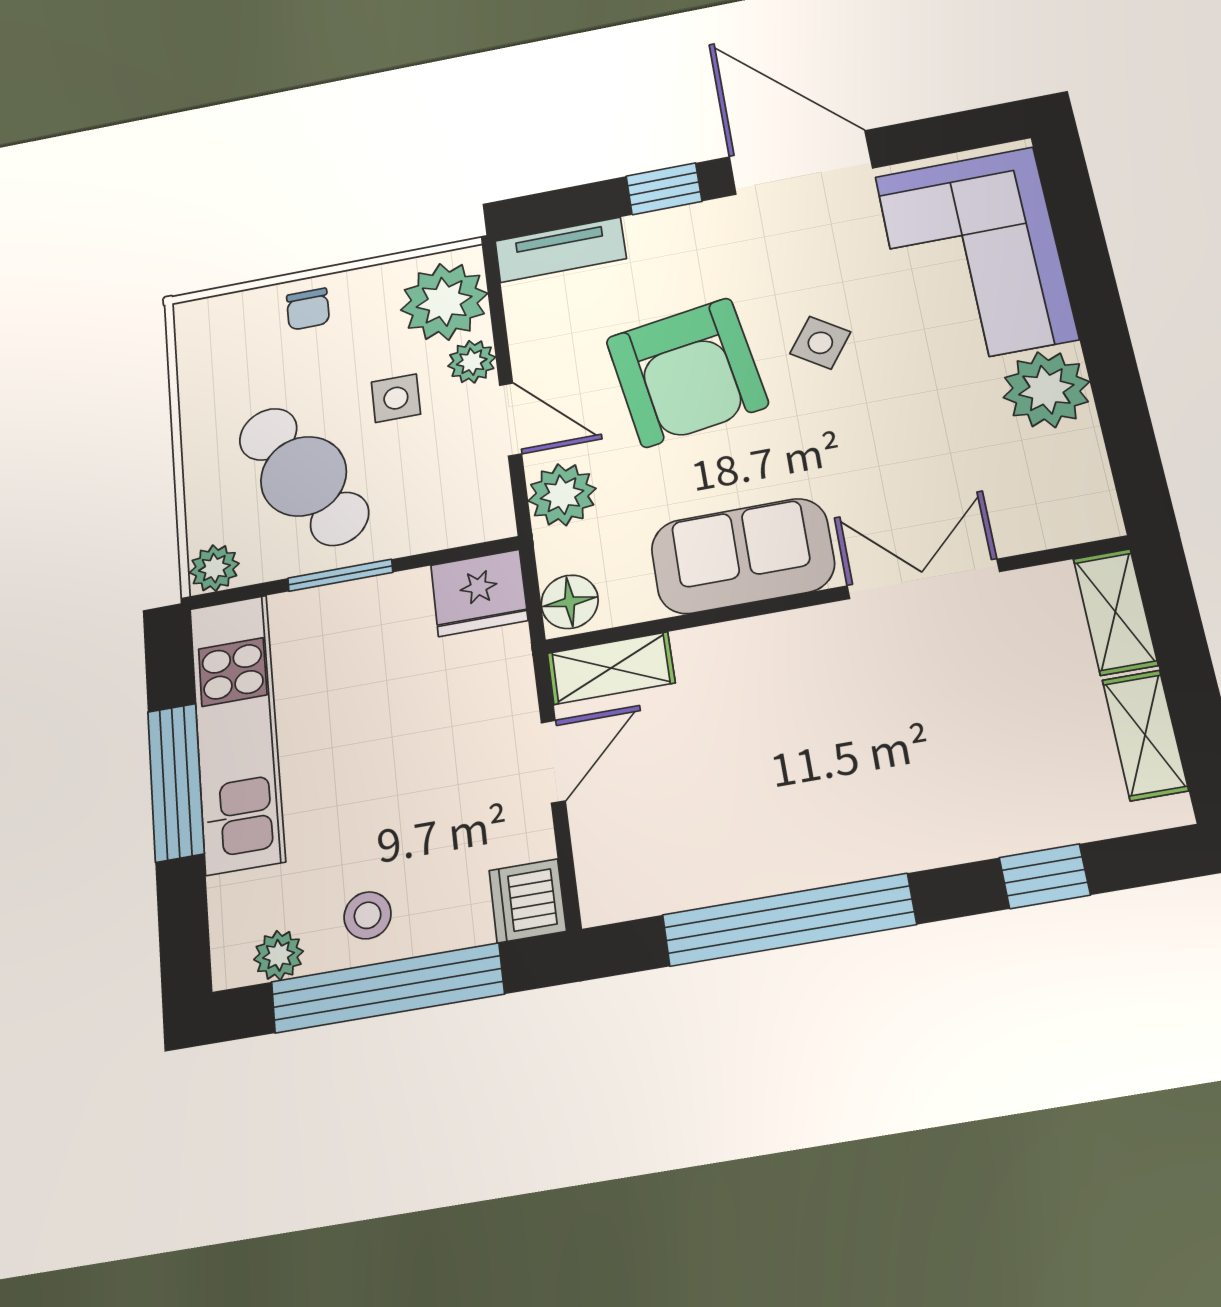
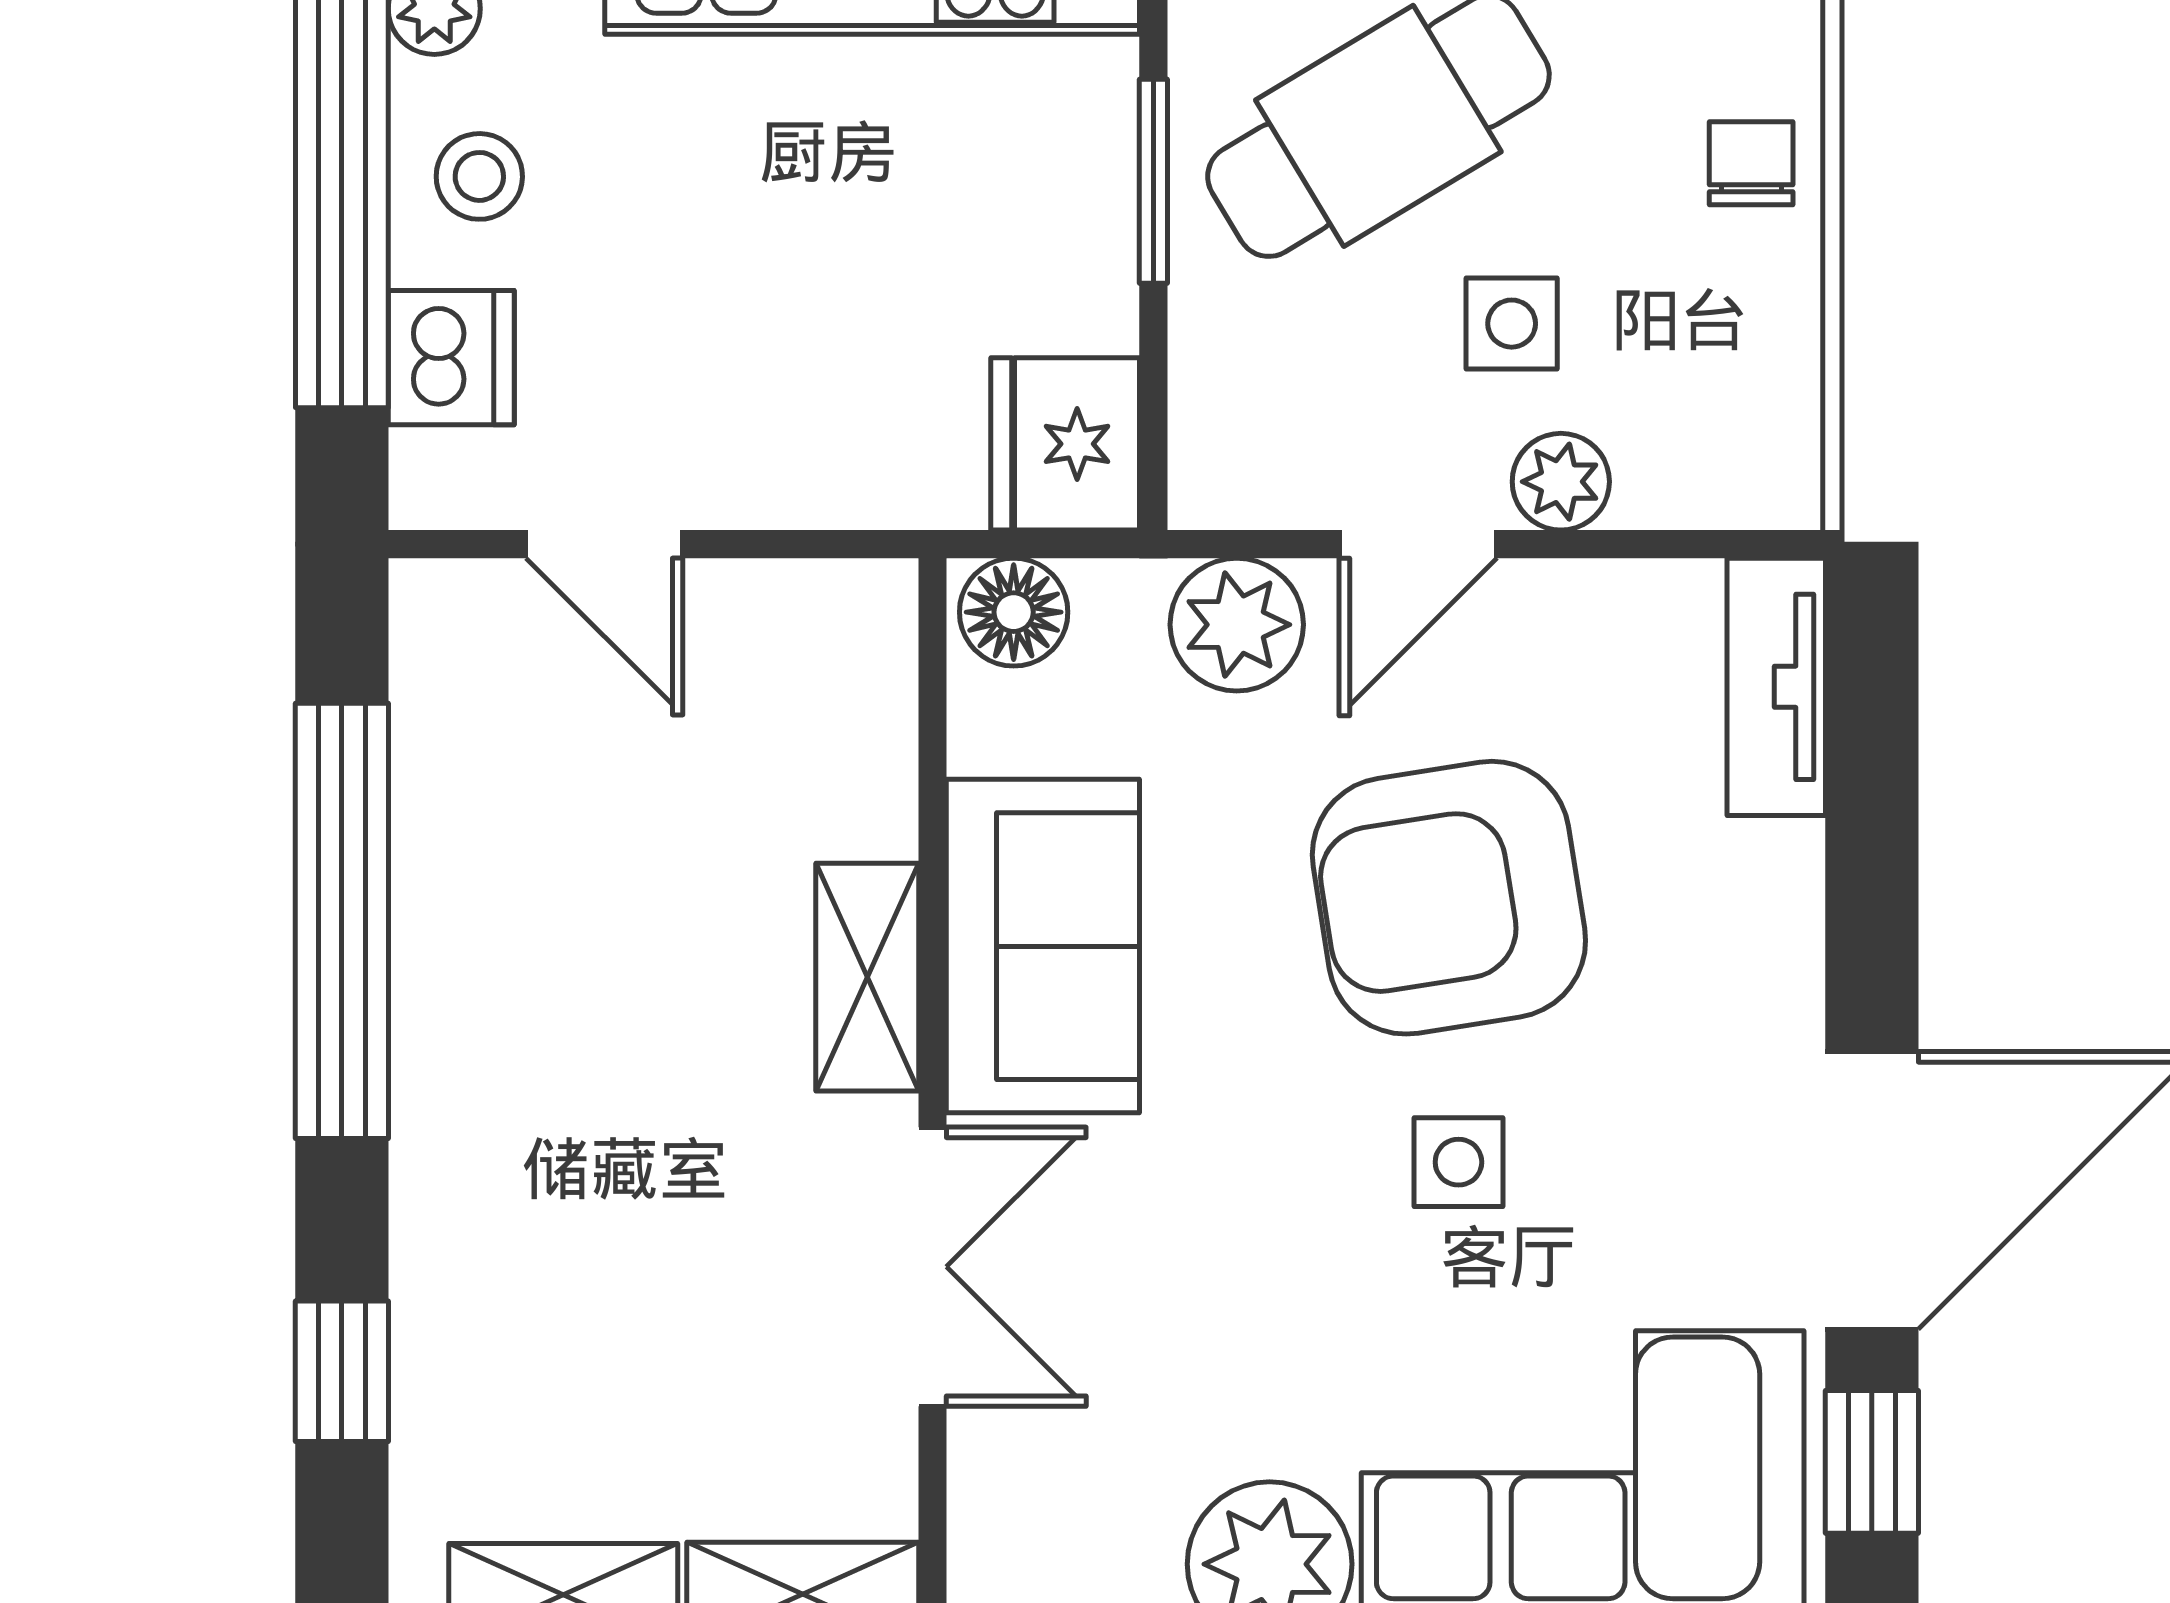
window: (664, 189) -> (1872, 1462), moved
plant: (444, 302) -> (1708, 441), removed
chair: (308, 309) -> (1751, 163), turned 90
side table: (820, 343) -> (1458, 1162), turned -35
shelving: (611, 668) -> (867, 977), moved
door: (553, 762) -> (604, 544), moved
dishwasher: (528, 901) -> (451, 358), moved, turned 90

